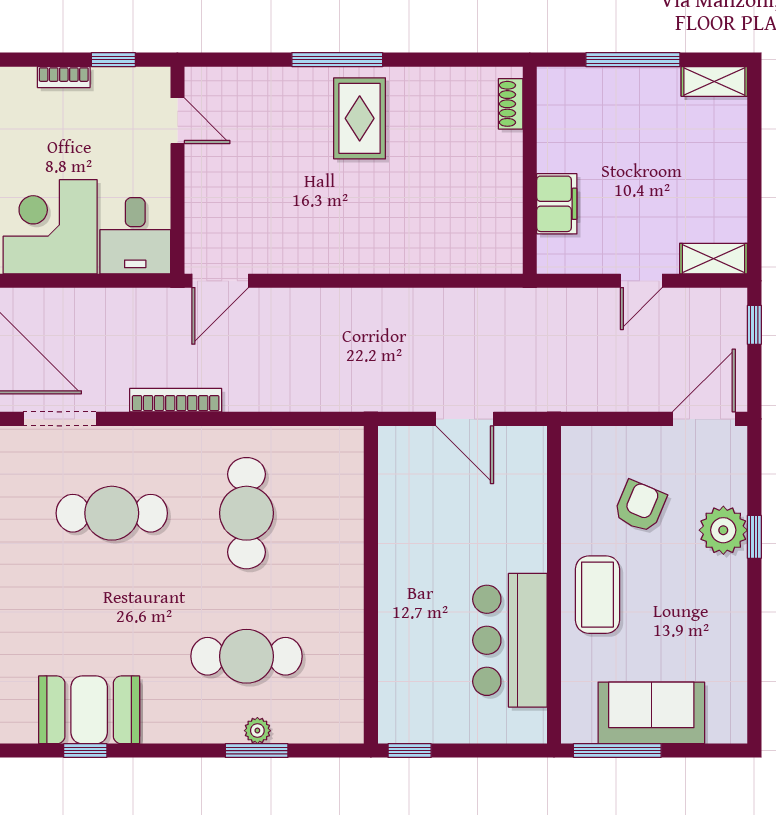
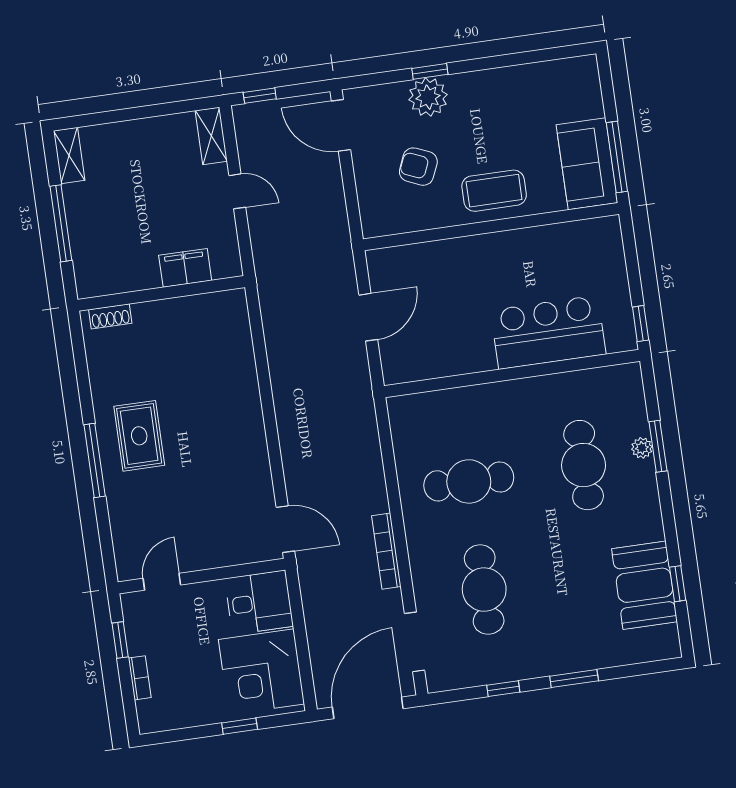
rug: (360, 118) -> (139, 436), turned 90
bar counter: (510, 640) -> (548, 332), moved, turned 180
sofa: (651, 713) -> (587, 164), moved

